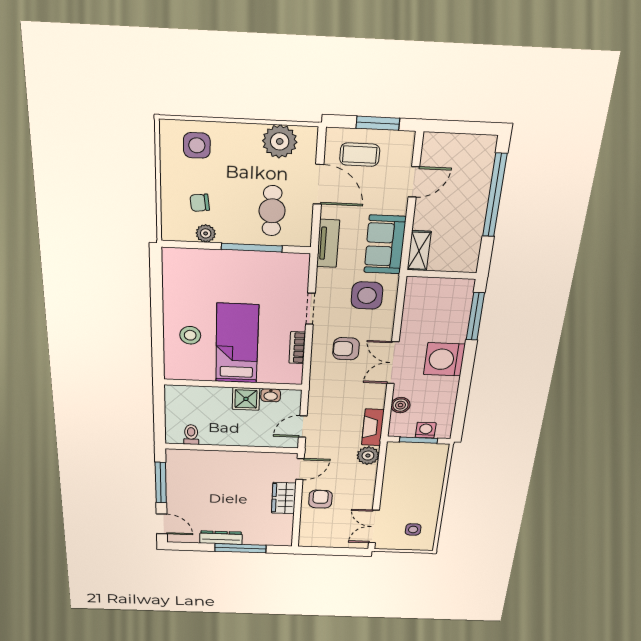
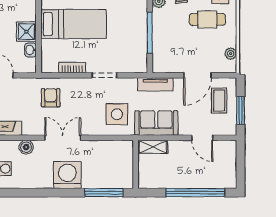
plant: (280, 141) -> (231, 54), width x0.53, depth x0.53
cafe table: (272, 211) -> (207, 19), moved
armchair: (346, 349) -> (51, 98), moved

